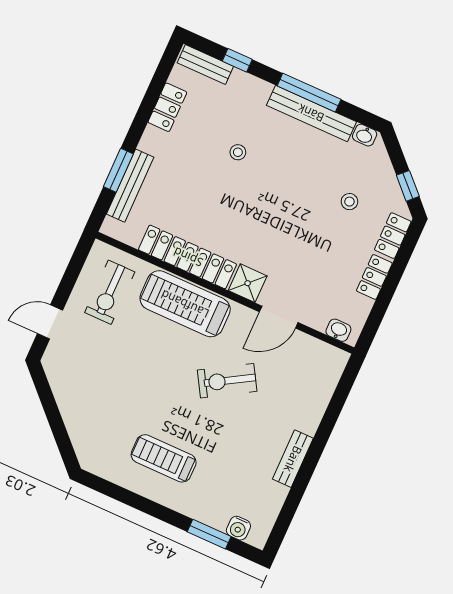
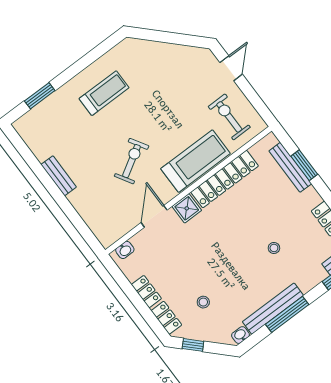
water cooler: (238, 528) -> (33, 117), removed

